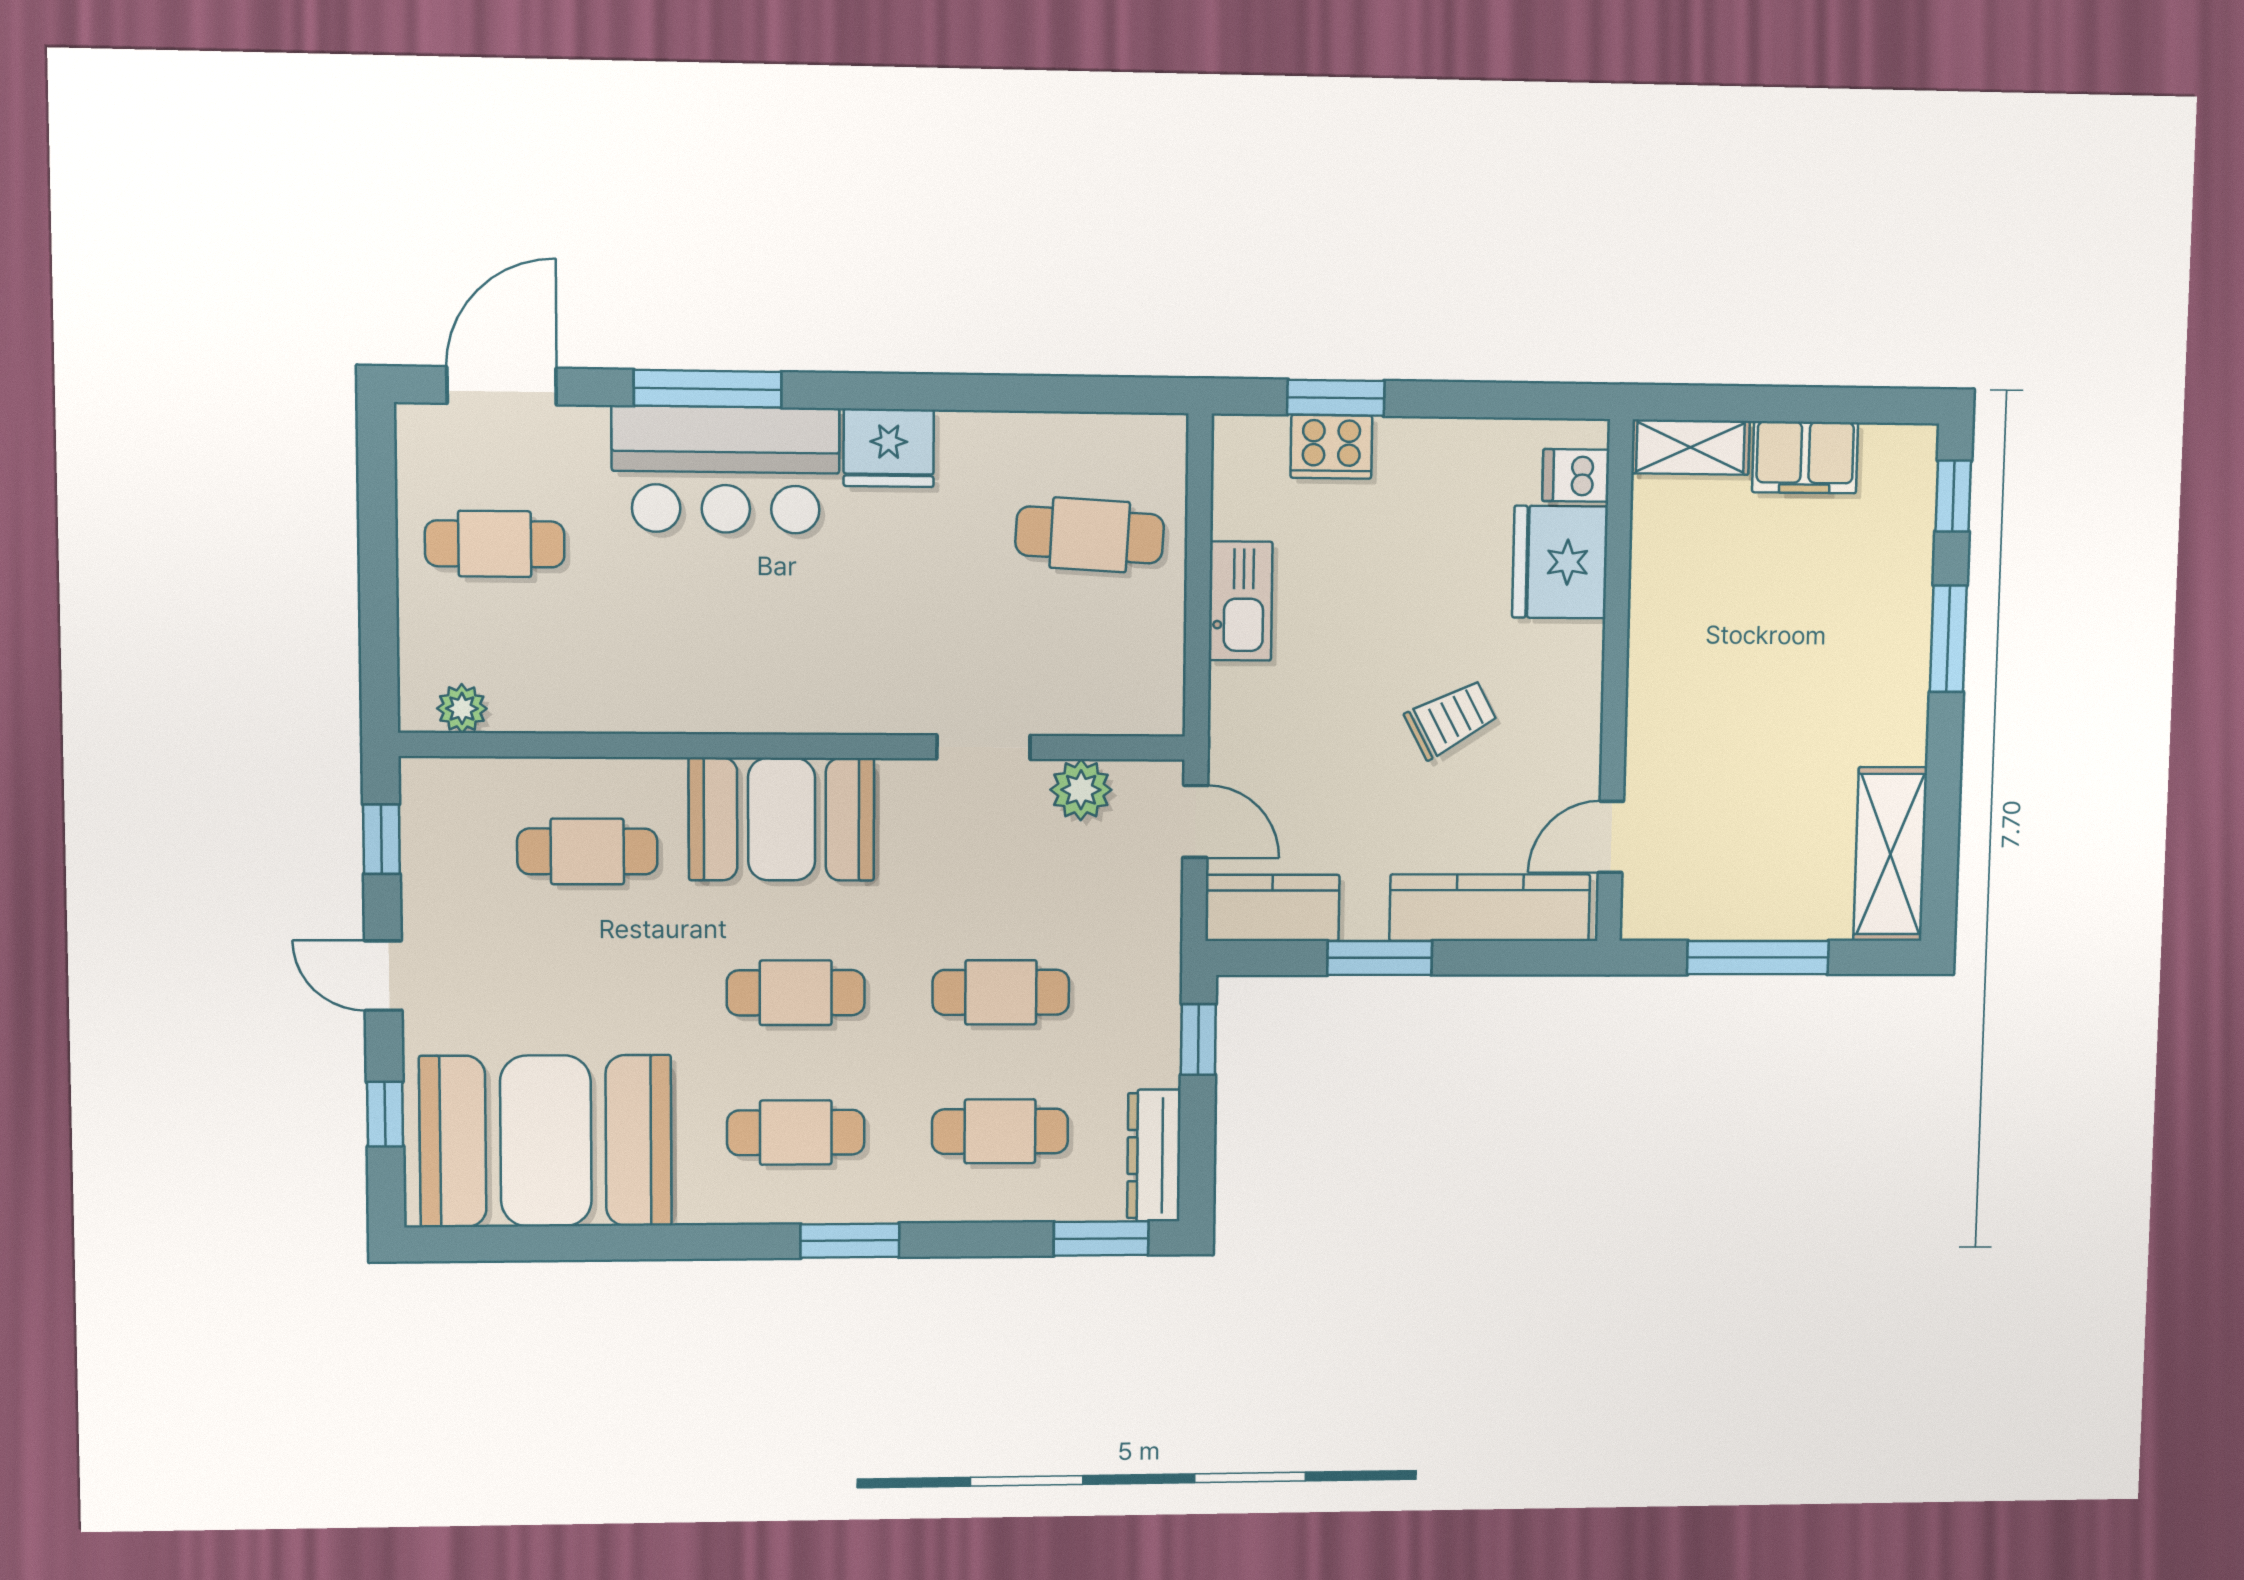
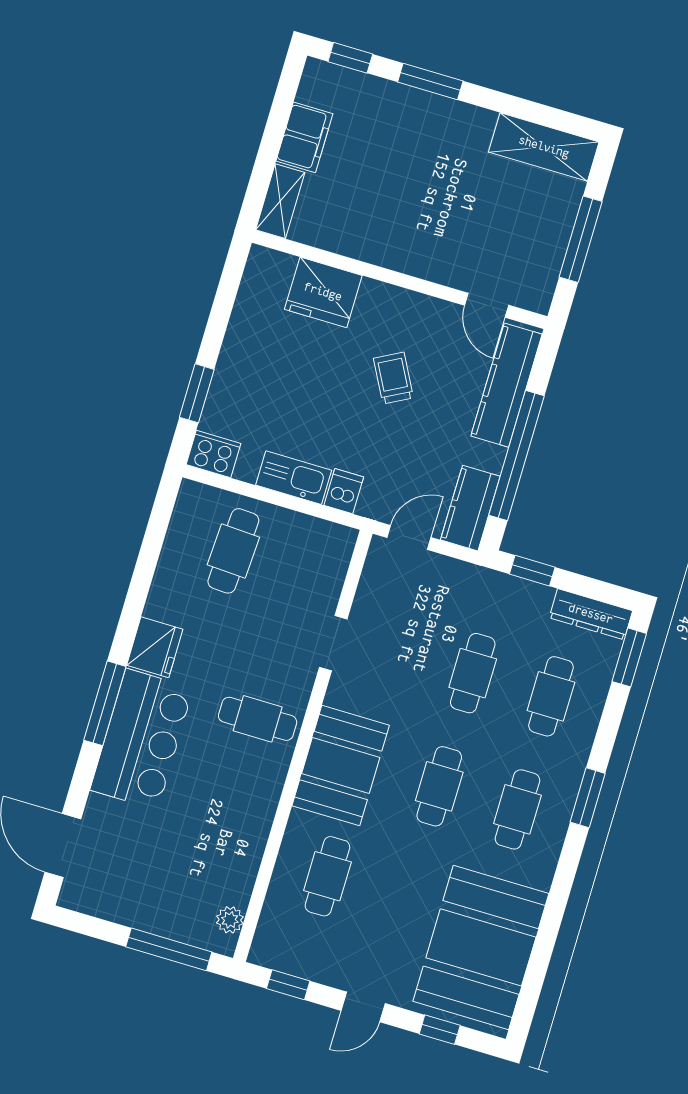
window: (708, 389) -> (105, 703), moved
cooker: (1331, 447) -> (213, 454), moved, turned -90
dishwasher: (1576, 475) -> (344, 491), moved, turned 180
cafe table: (495, 544) -> (258, 719), moved, turned 90
window: (379, 619) -> (169, 949), added
plant: (1081, 790) -> (373, 596), removed
window: (1380, 958) -> (517, 455), width x2.11

